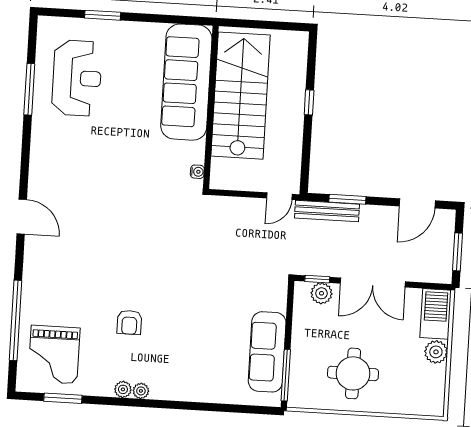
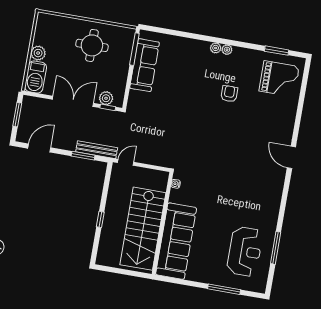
window: (103, 15) -> (224, 289), width x1.44
reception desk: (77, 78) -> (245, 251), turned 180
door: (22, 217) -> (291, 157), moved
window: (16, 320) -> (301, 103), removed
grand piano: (54, 355) -> (279, 79), turned 90
plant: (123, 389) -> (216, 48), moved

